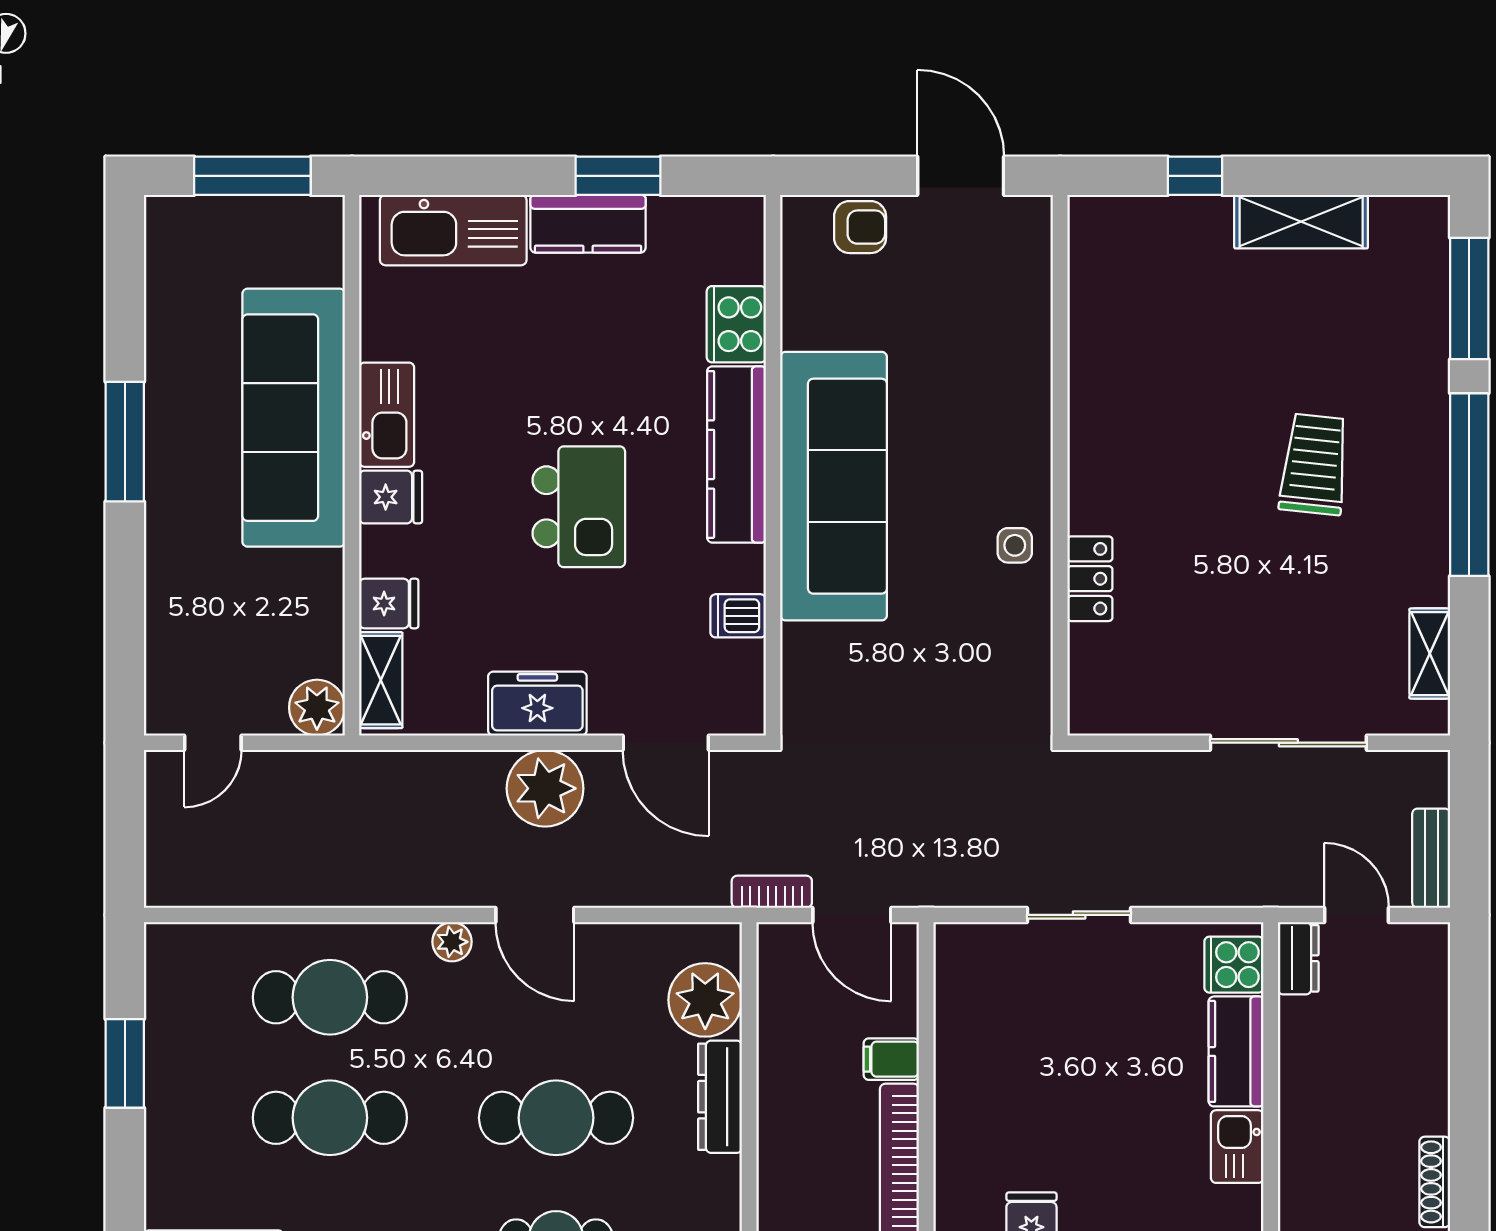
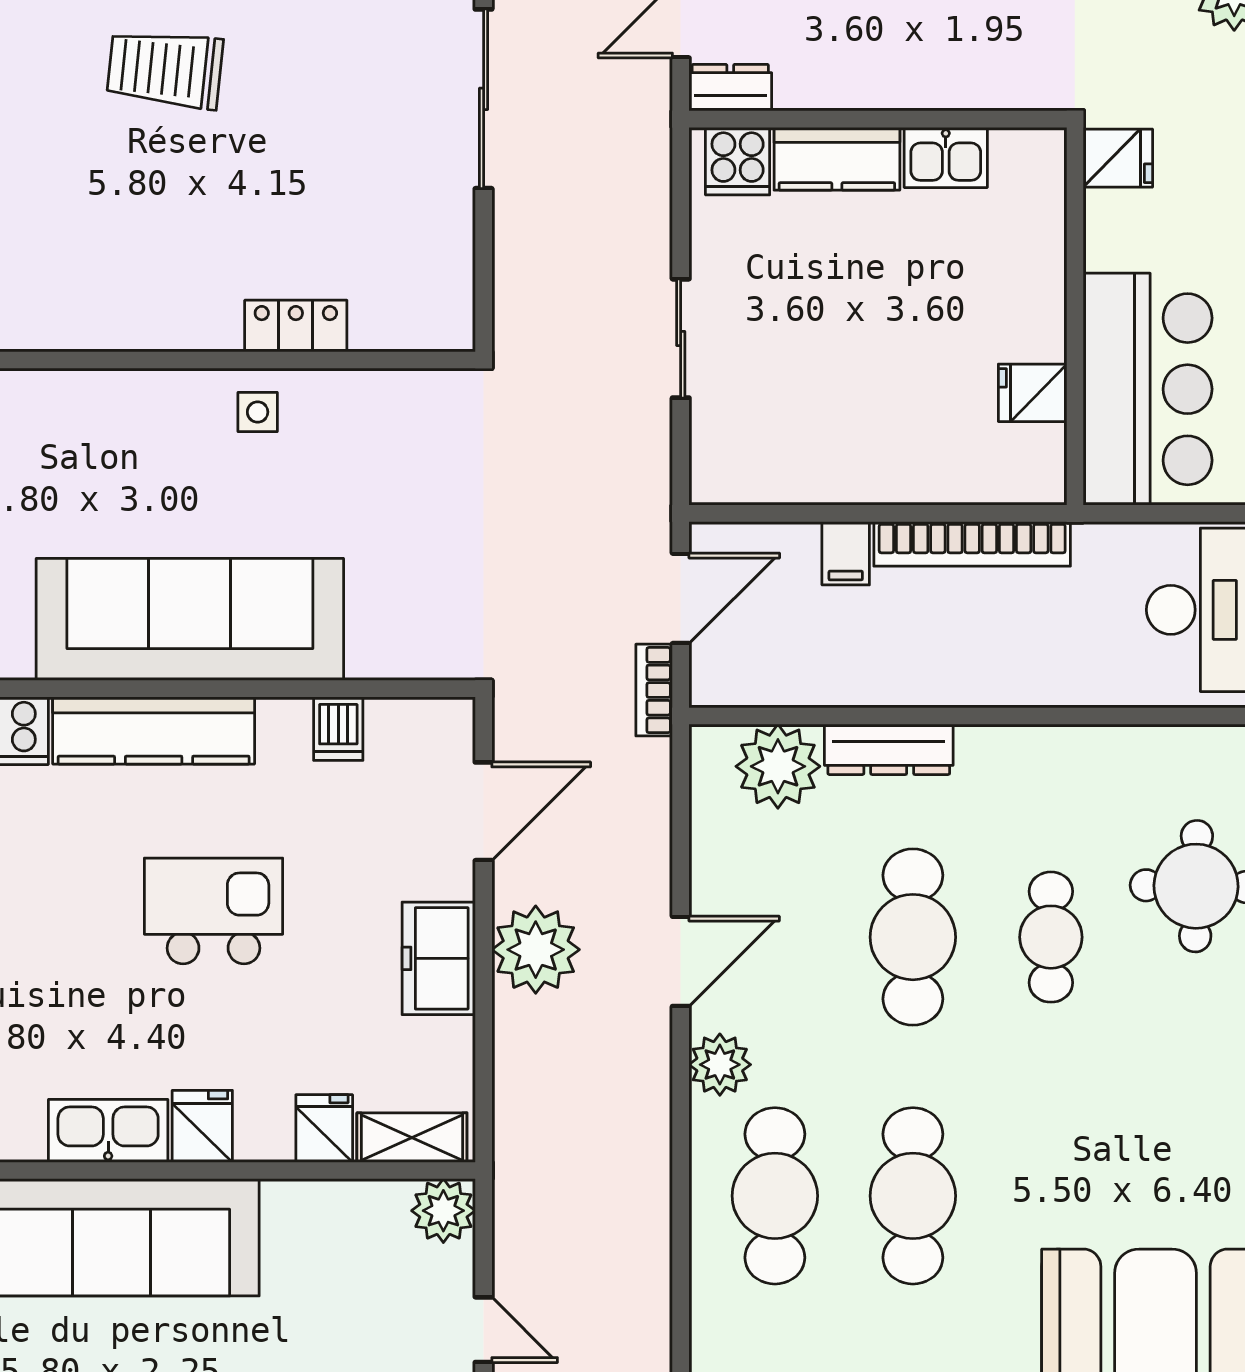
plant: (452, 942) -> (720, 1065), width x1.38, depth x1.38

